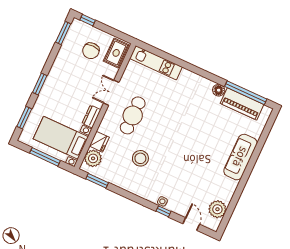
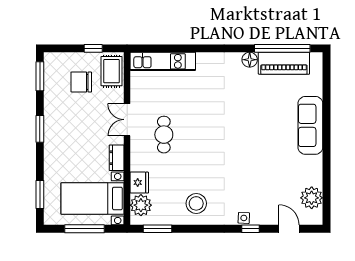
window: (88, 20) -> (93, 48), moved
chair: (91, 51) -> (81, 82), turned 90
window: (40, 84) -> (40, 129), moved
cafe table: (133, 115) -> (164, 135), width x0.73, depth x0.74
stool: (140, 158) -> (196, 203), moved

